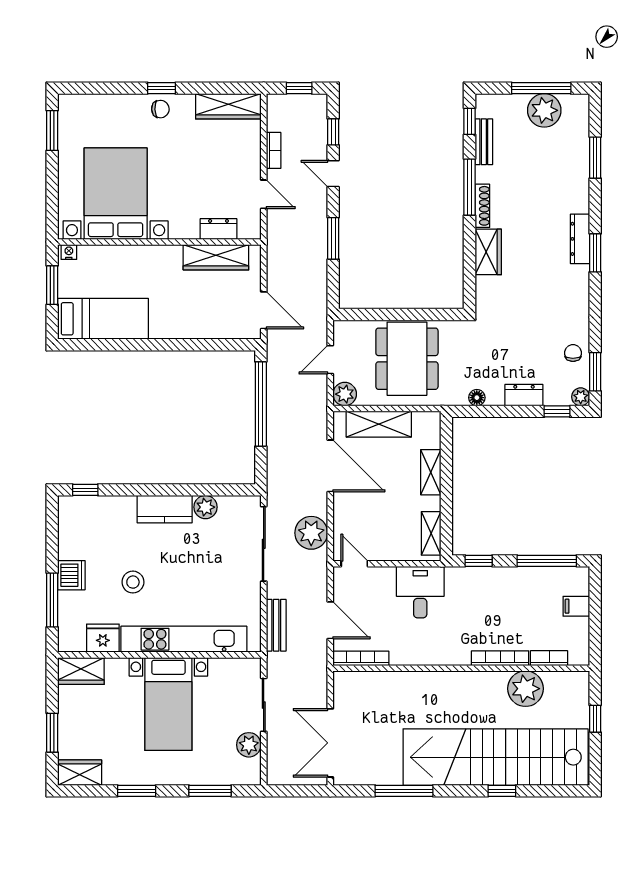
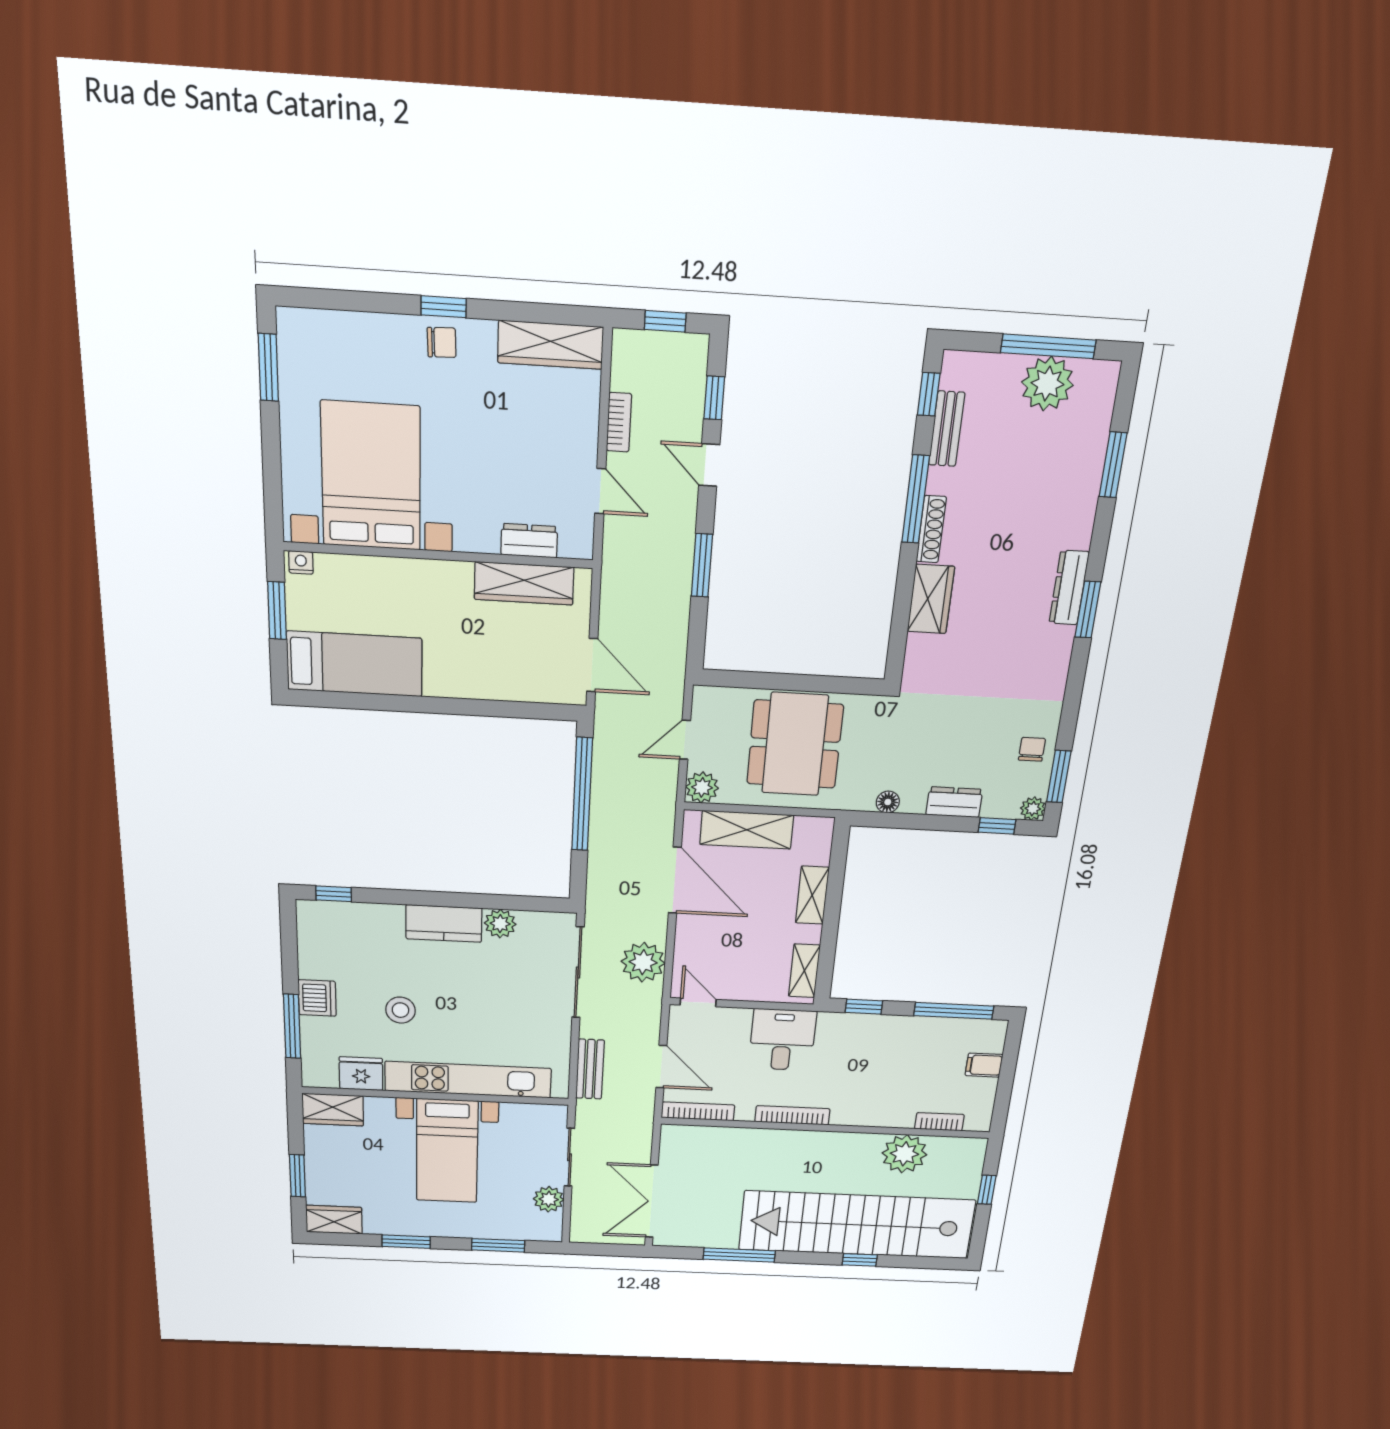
bookcase: (500, 658) -> (792, 1115), moved

